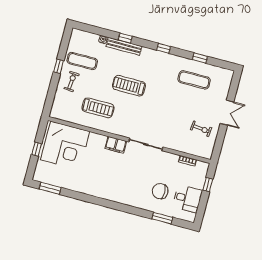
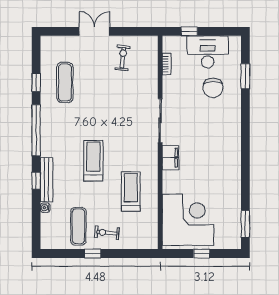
window: (164, 48) -> (36, 130), width x3.17
treadmill: (129, 86) -> (93, 161), turned 180
desk: (187, 199) -> (208, 52), width x1.37

